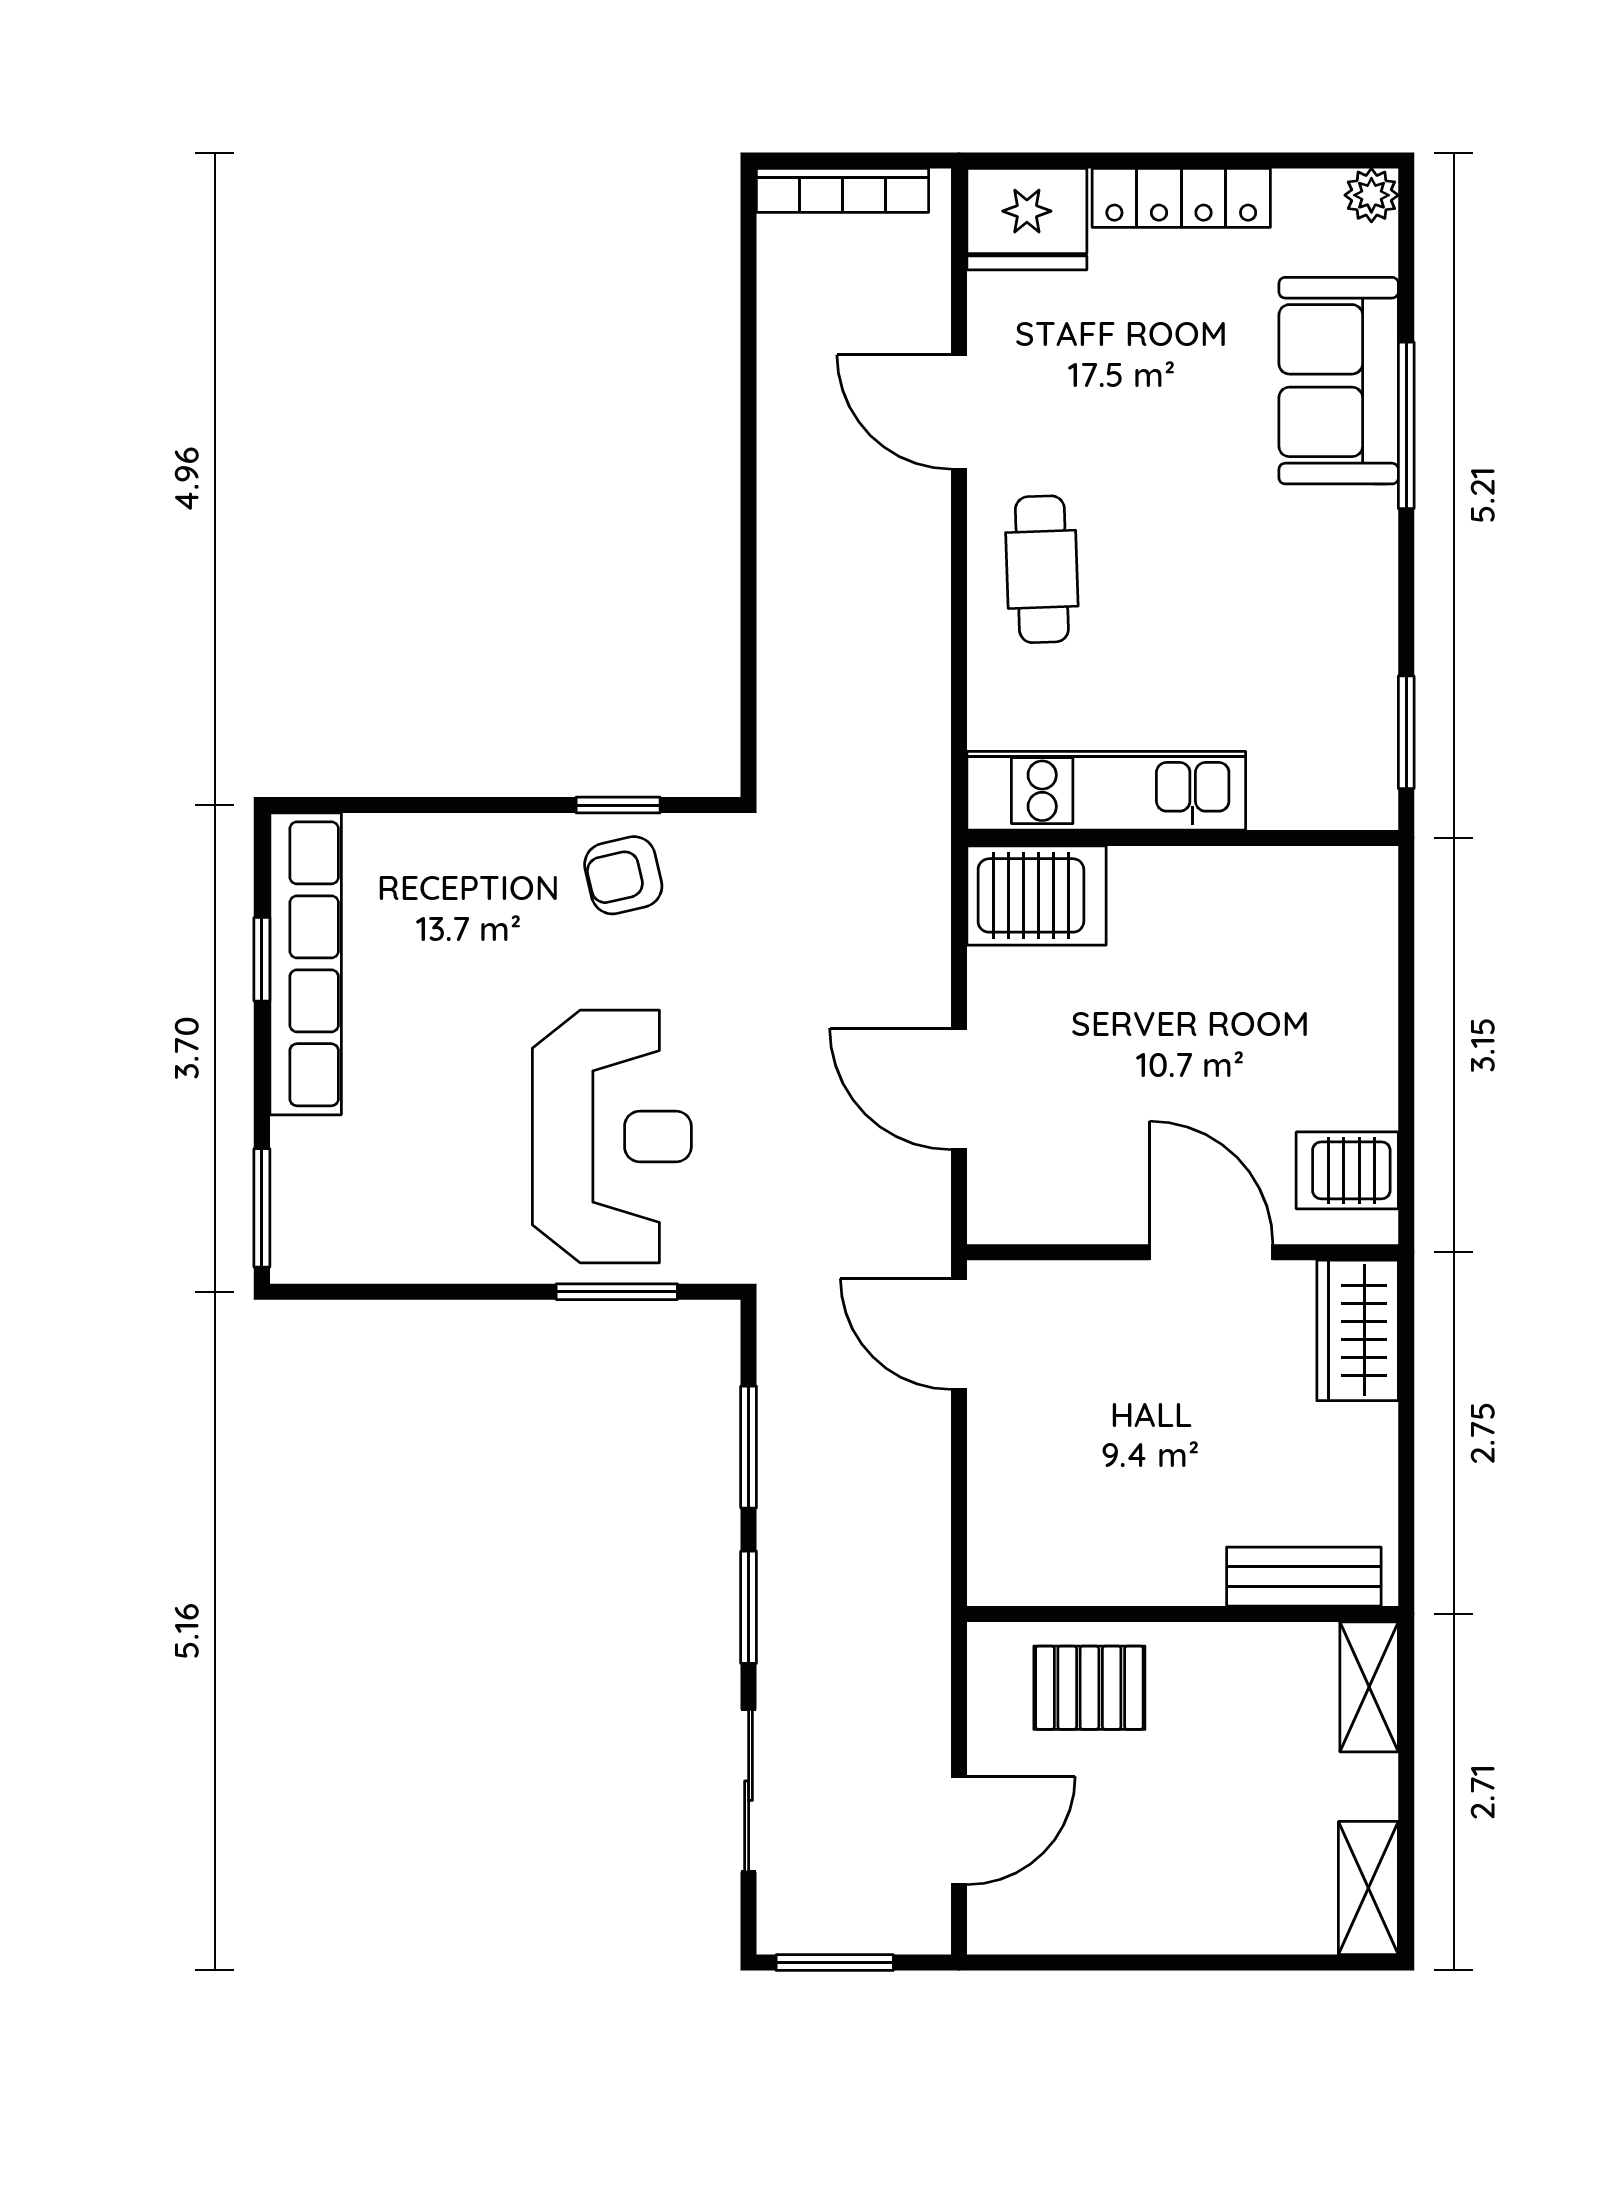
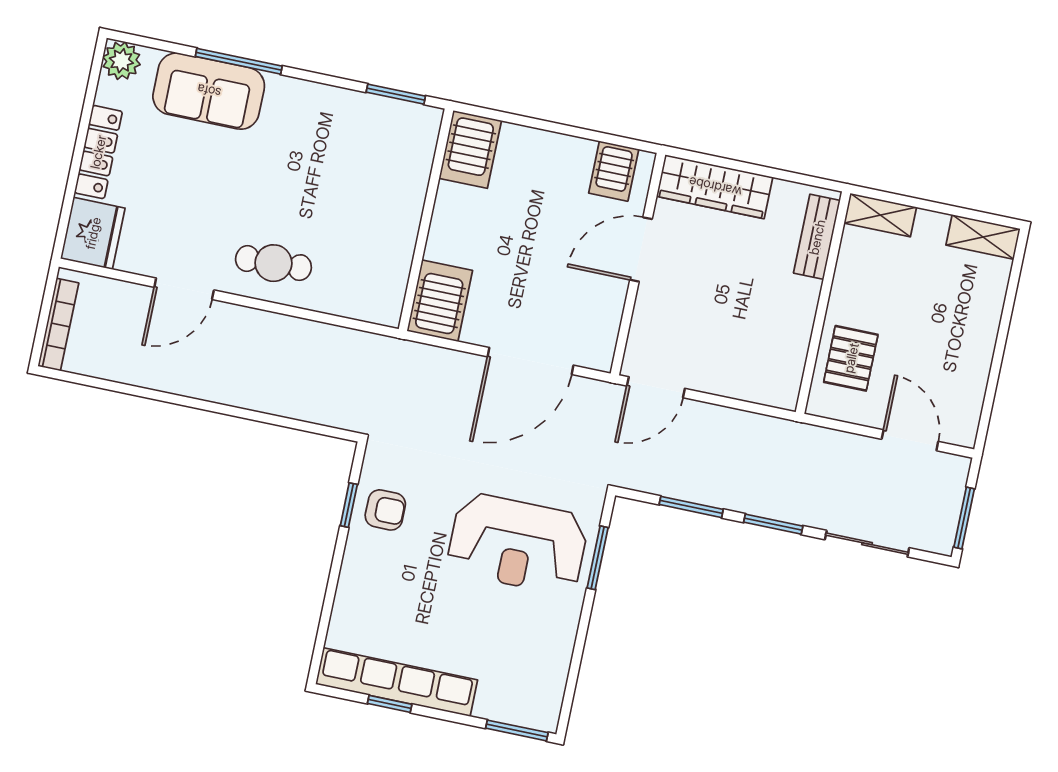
plant: (1371, 195) -> (121, 61), width x1.38, depth x1.38
kitchen unit: (1106, 791) -> (394, 254), removed
armchair: (623, 875) -> (385, 510), turned -77
server rack: (1332, 893) -> (470, 149), added
door: (959, 1089) -> (530, 361), width x1.36
reception desk: (612, 1137) -> (518, 544), turned 180
wardrobe: (1358, 1330) -> (715, 187), width x1.50

